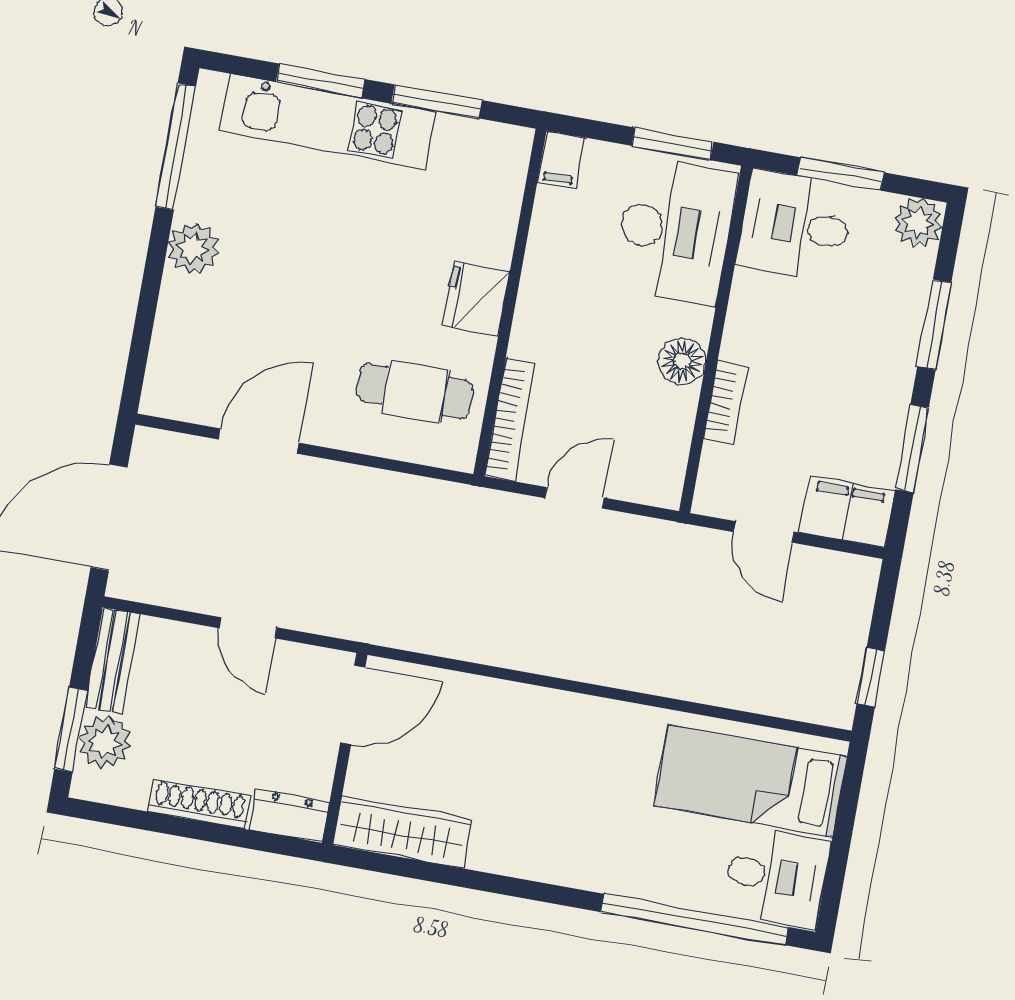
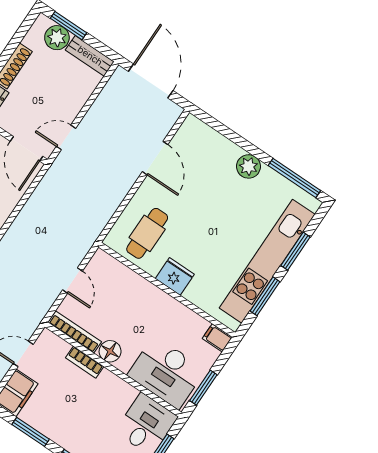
kitchen unit: (328, 121) -> (267, 261), width x1.36
bookcase: (510, 420) -> (75, 332), moved, turned 180
door: (248, 628) -> (66, 137), moved

